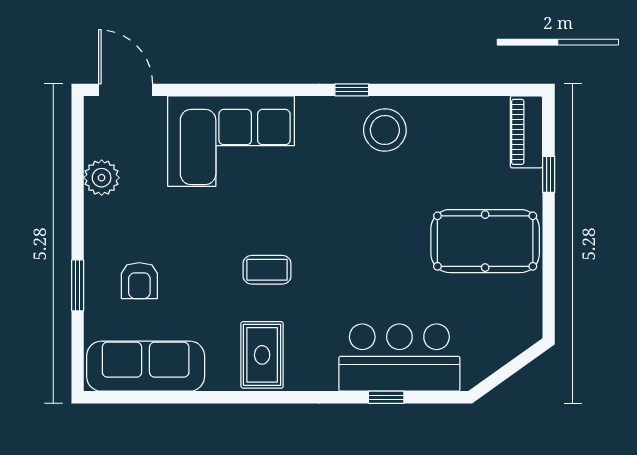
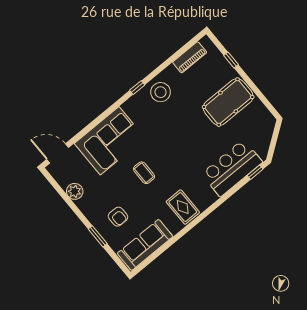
piano: (526, 132) -> (190, 57), moved, turned -90
coffee table: (267, 270) -> (144, 173), moved, turned 90
window: (386, 397) -> (255, 172), moved

